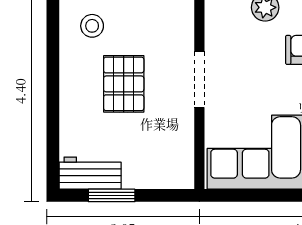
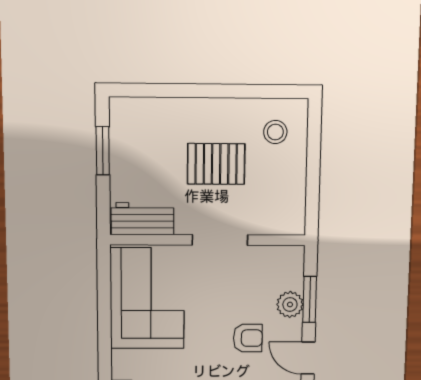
workbench: (90, 173) -> (143, 219), moved, turned -90

